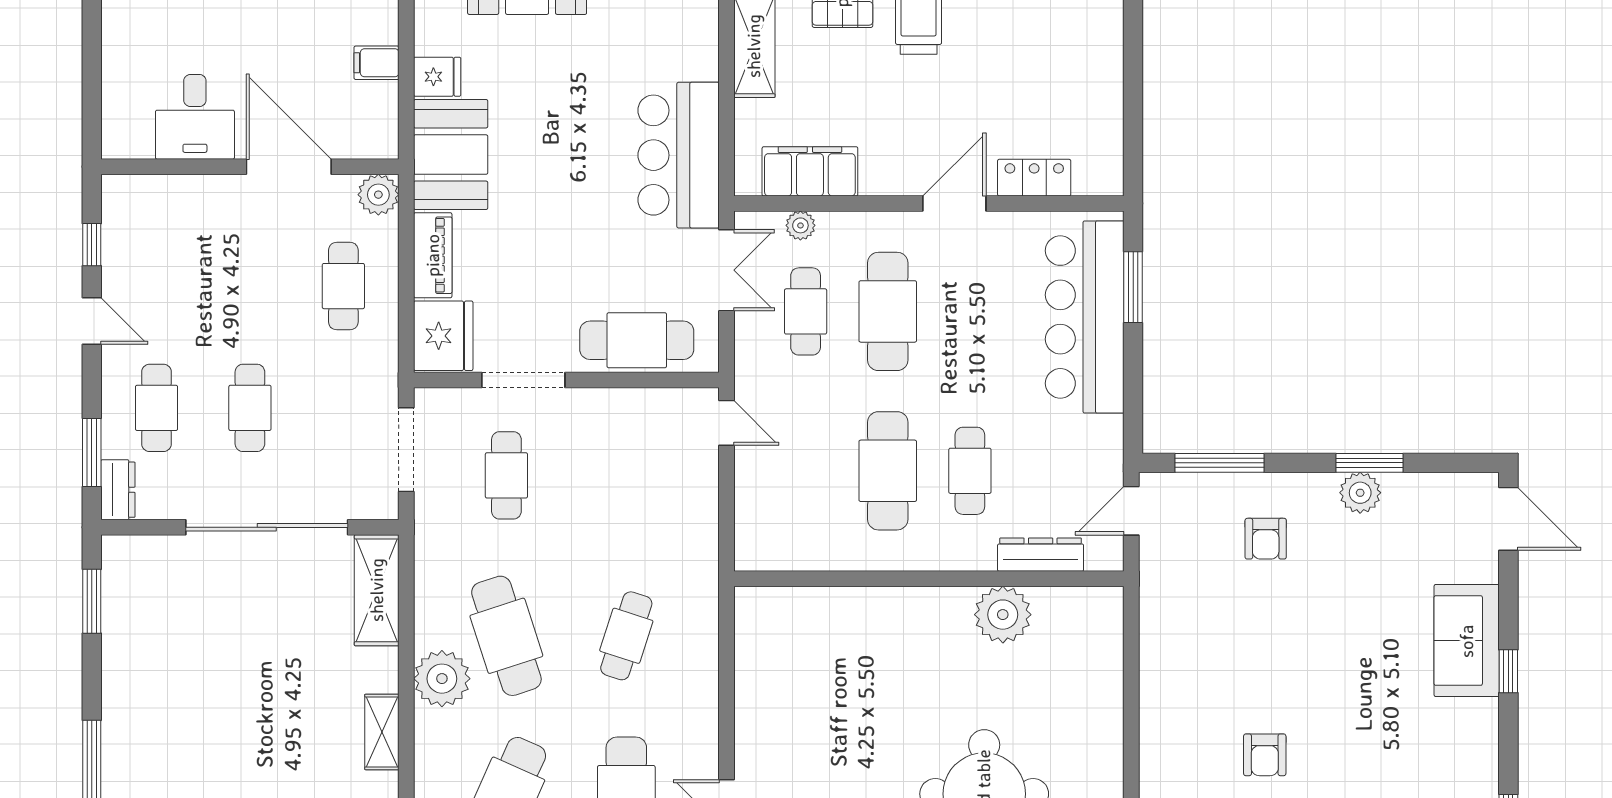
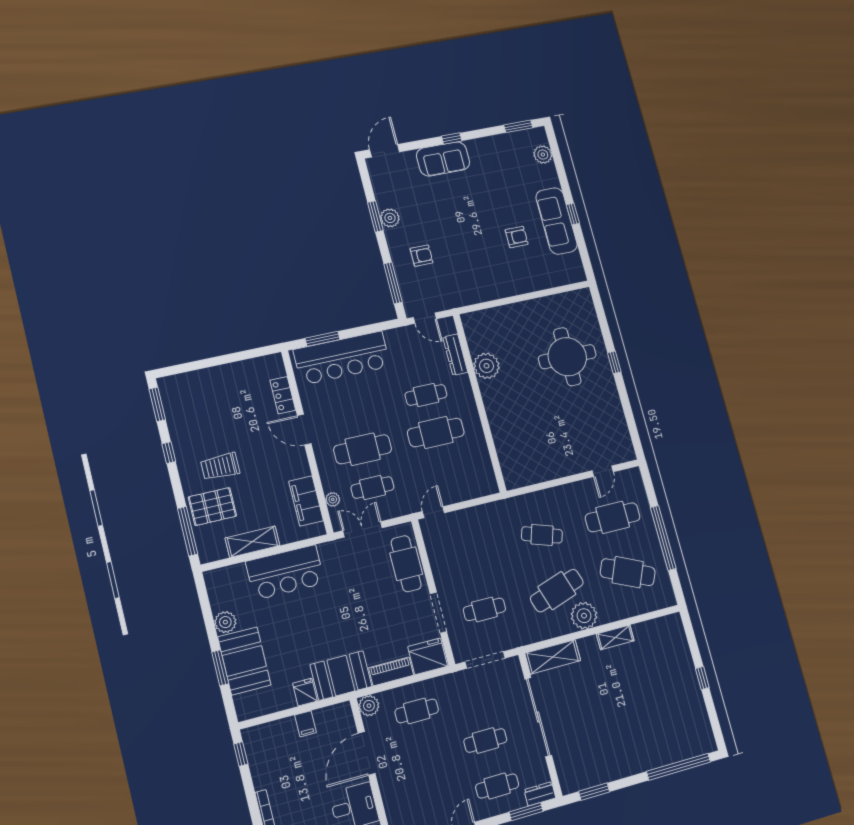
bar counter: (679, 155) -> (285, 572), moved

